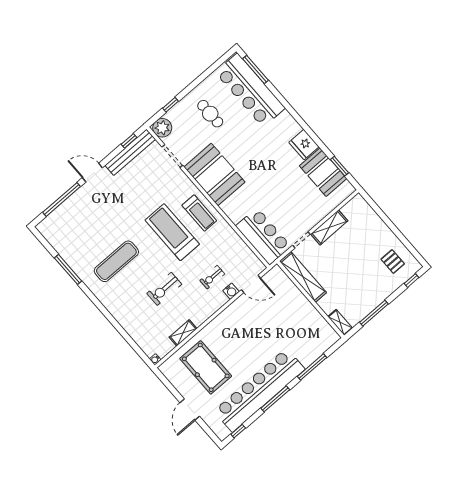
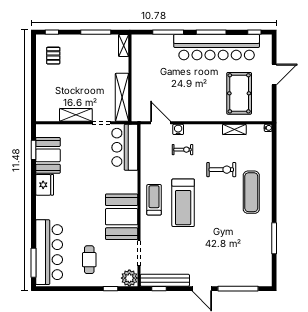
exercise mat: (116, 261) -> (251, 192), moved, turned 90

